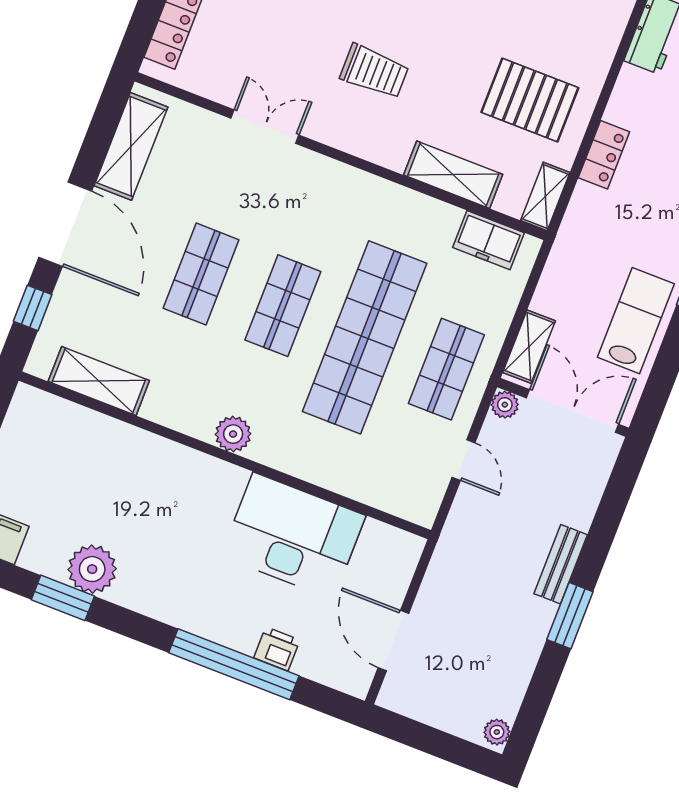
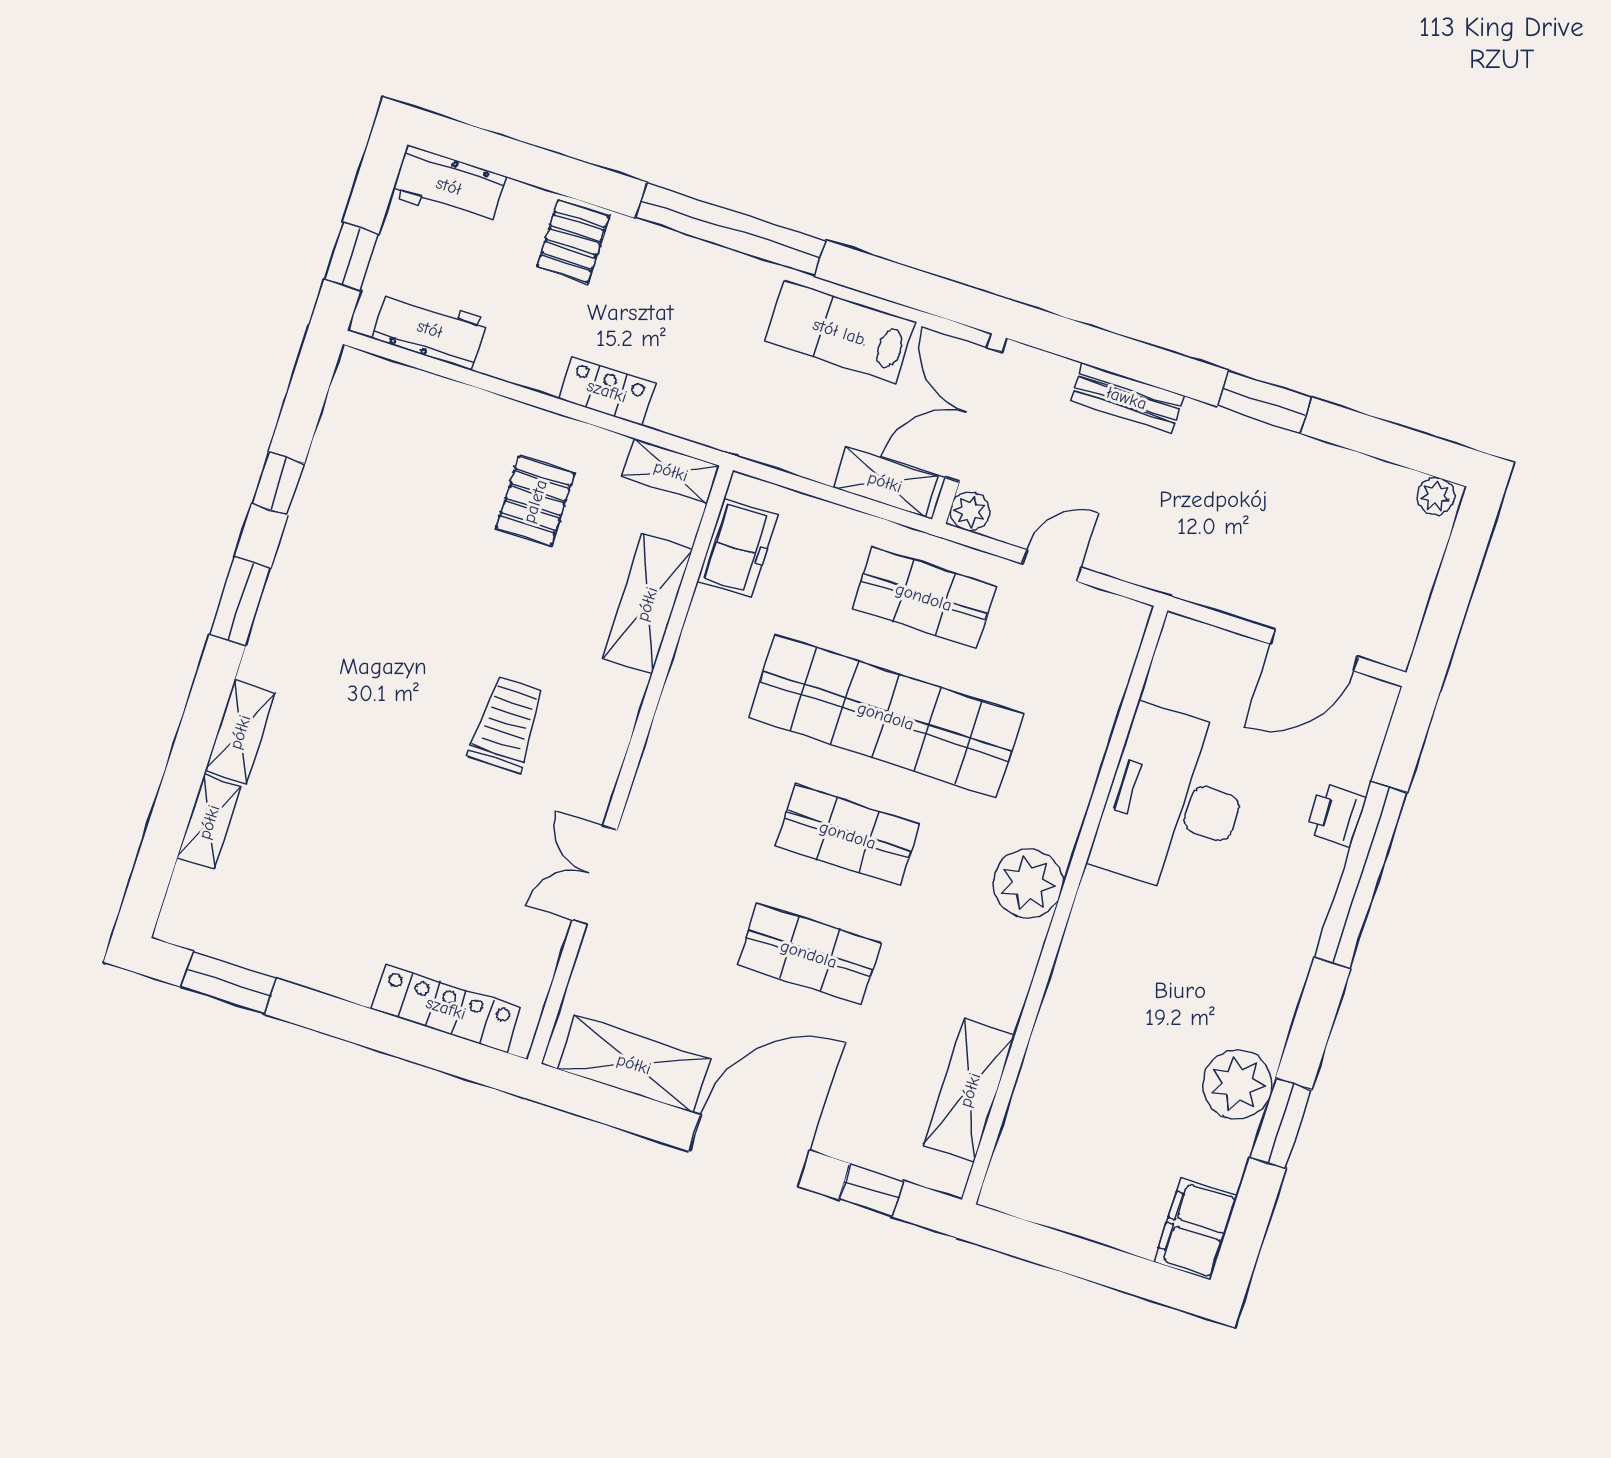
pallet: (530, 100) -> (535, 501), width x0.67, depth x0.71
plant: (233, 434) -> (1028, 883), width x1.36, depth x1.36
bench: (561, 564) -> (1127, 398), moved

